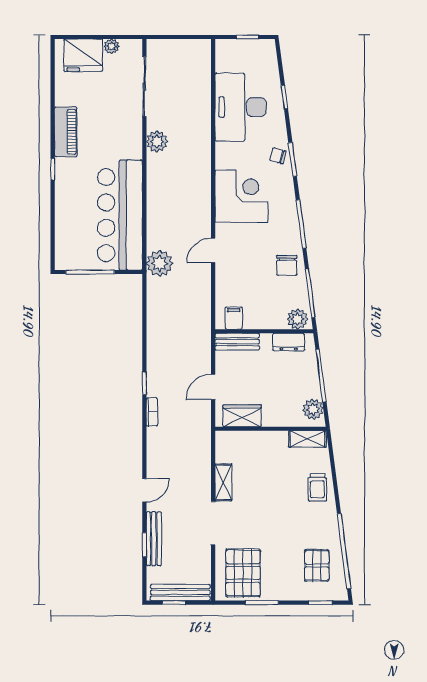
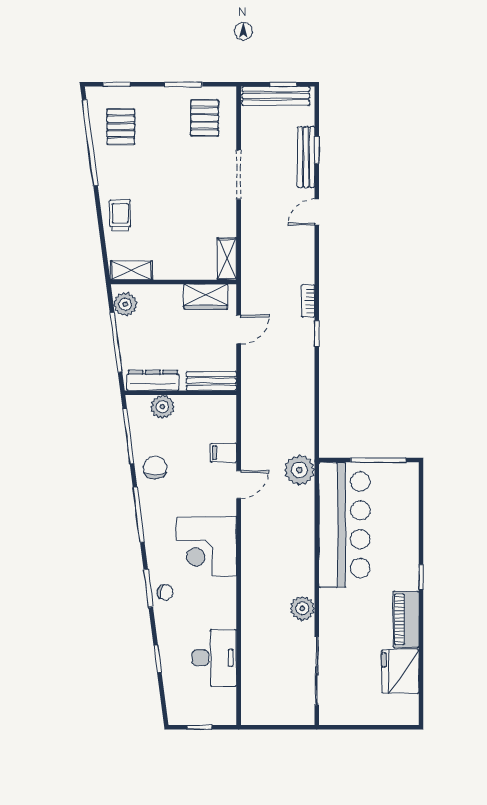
plant: (111, 46) -> (354, 717), removed
fridge: (83, 55) -> (400, 671), moved, turned -90
desk: (241, 107) -> (214, 658), width x0.73, depth x0.77
filing cabinet: (234, 318) -> (224, 453), moved, turned 90
plant: (298, 319) -> (162, 407), moved
dresser: (289, 342) -> (153, 380), width x1.44
shelving: (223, 482) -> (227, 259), moved
pallet: (243, 573) -> (205, 118), width x0.67, depth x0.71

